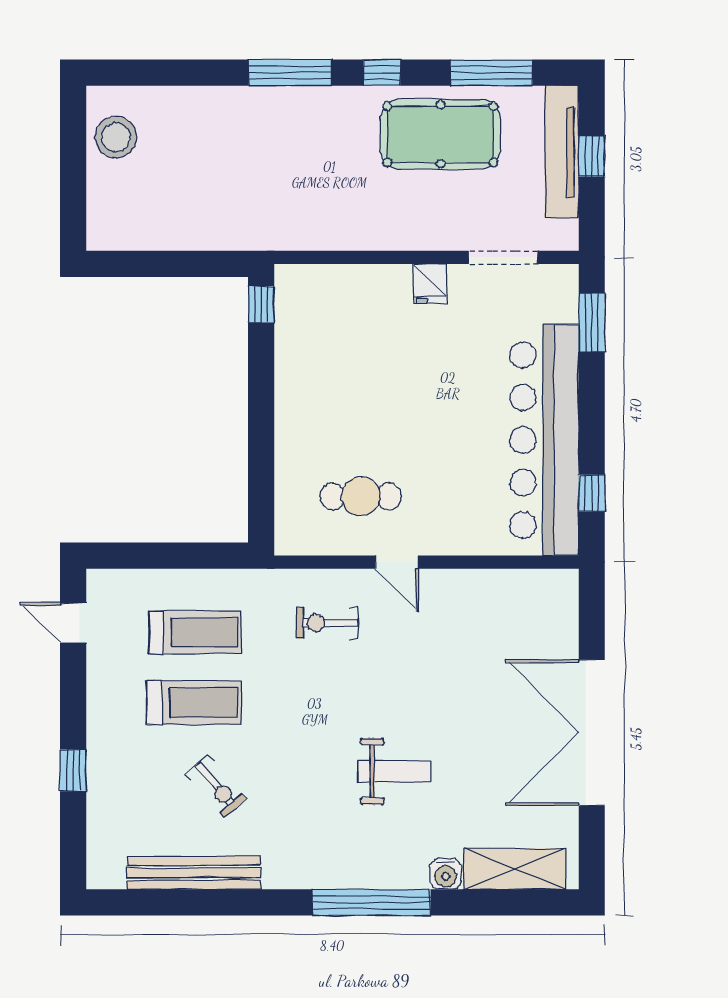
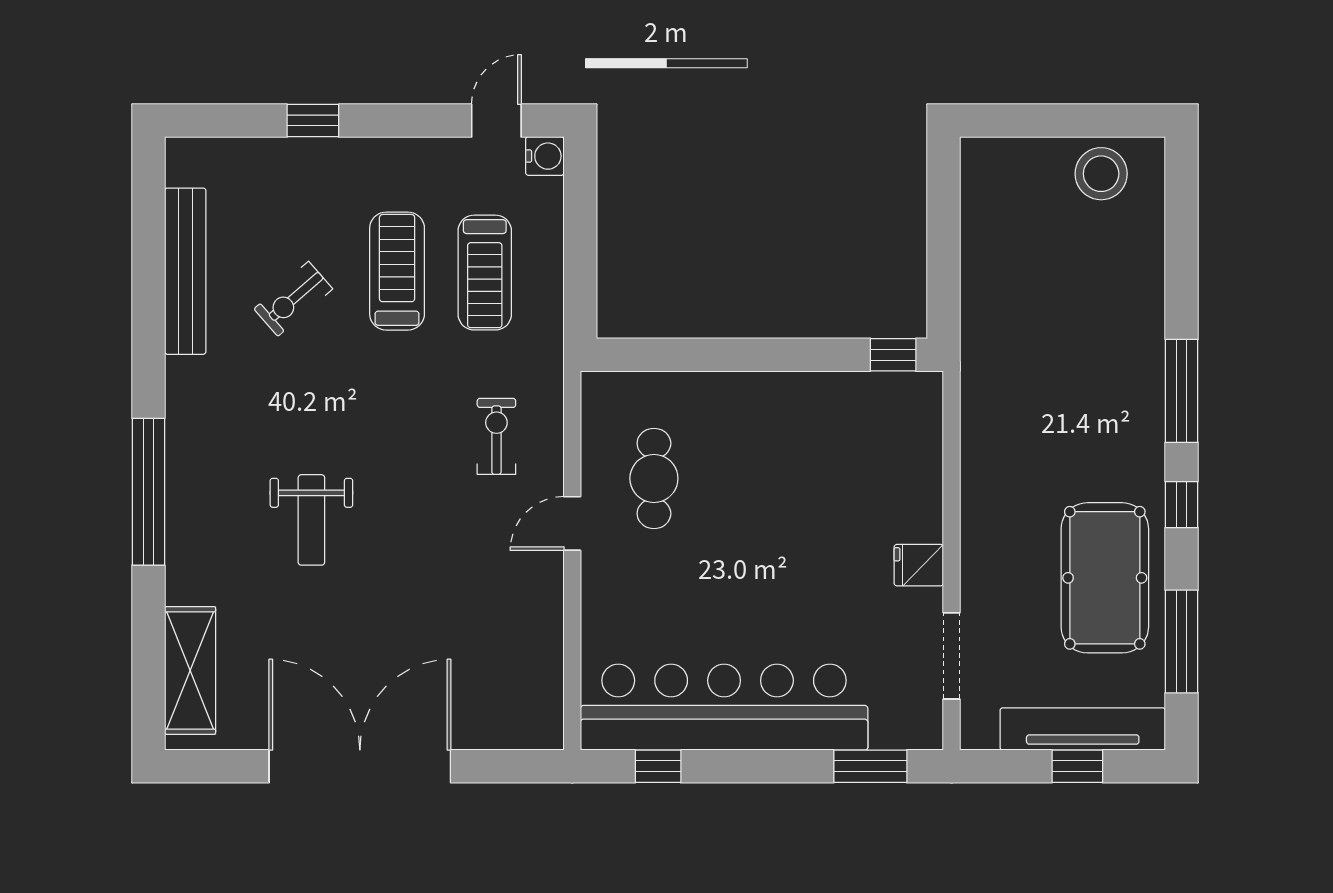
treadmill: (194, 703) -> (397, 271), turned 180
water cooler: (446, 874) -> (545, 156), moved, turned 180

